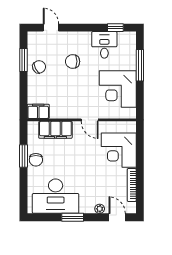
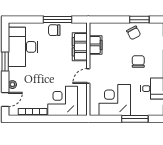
filing cabinet: (38, 111) -> (96, 45), moved
window: (23, 156) -> (57, 20), width x1.44

